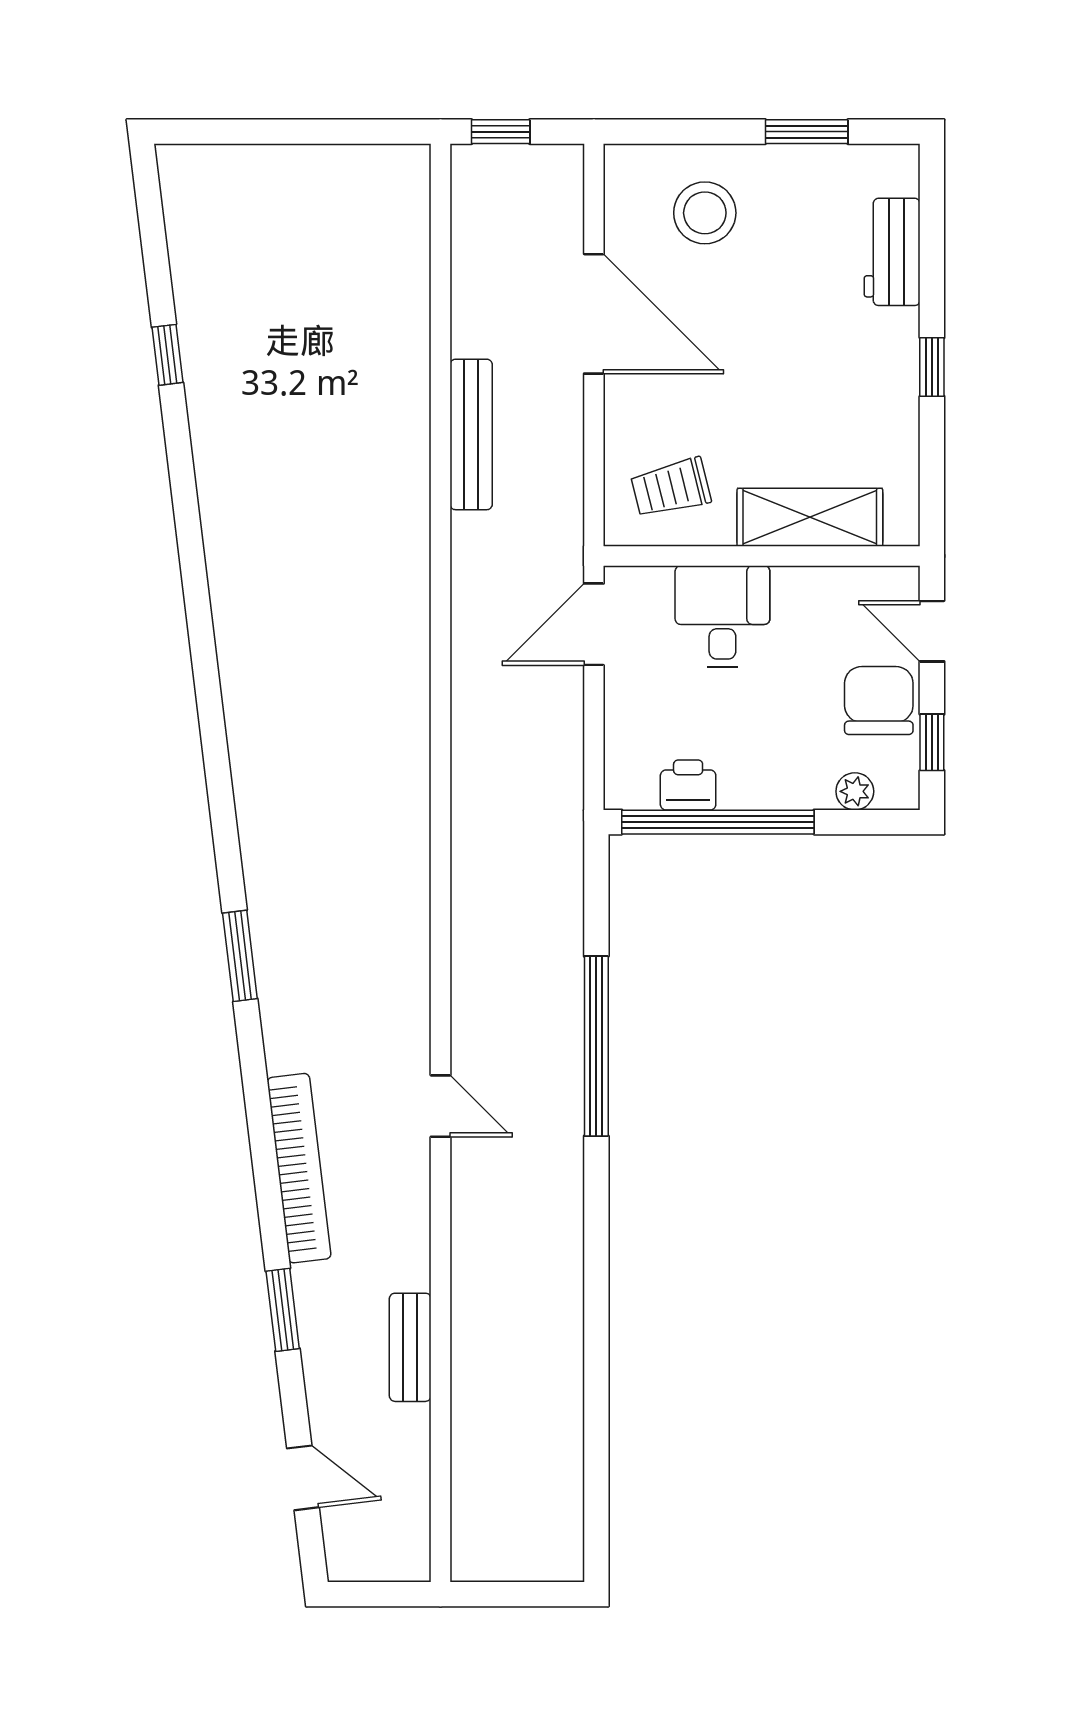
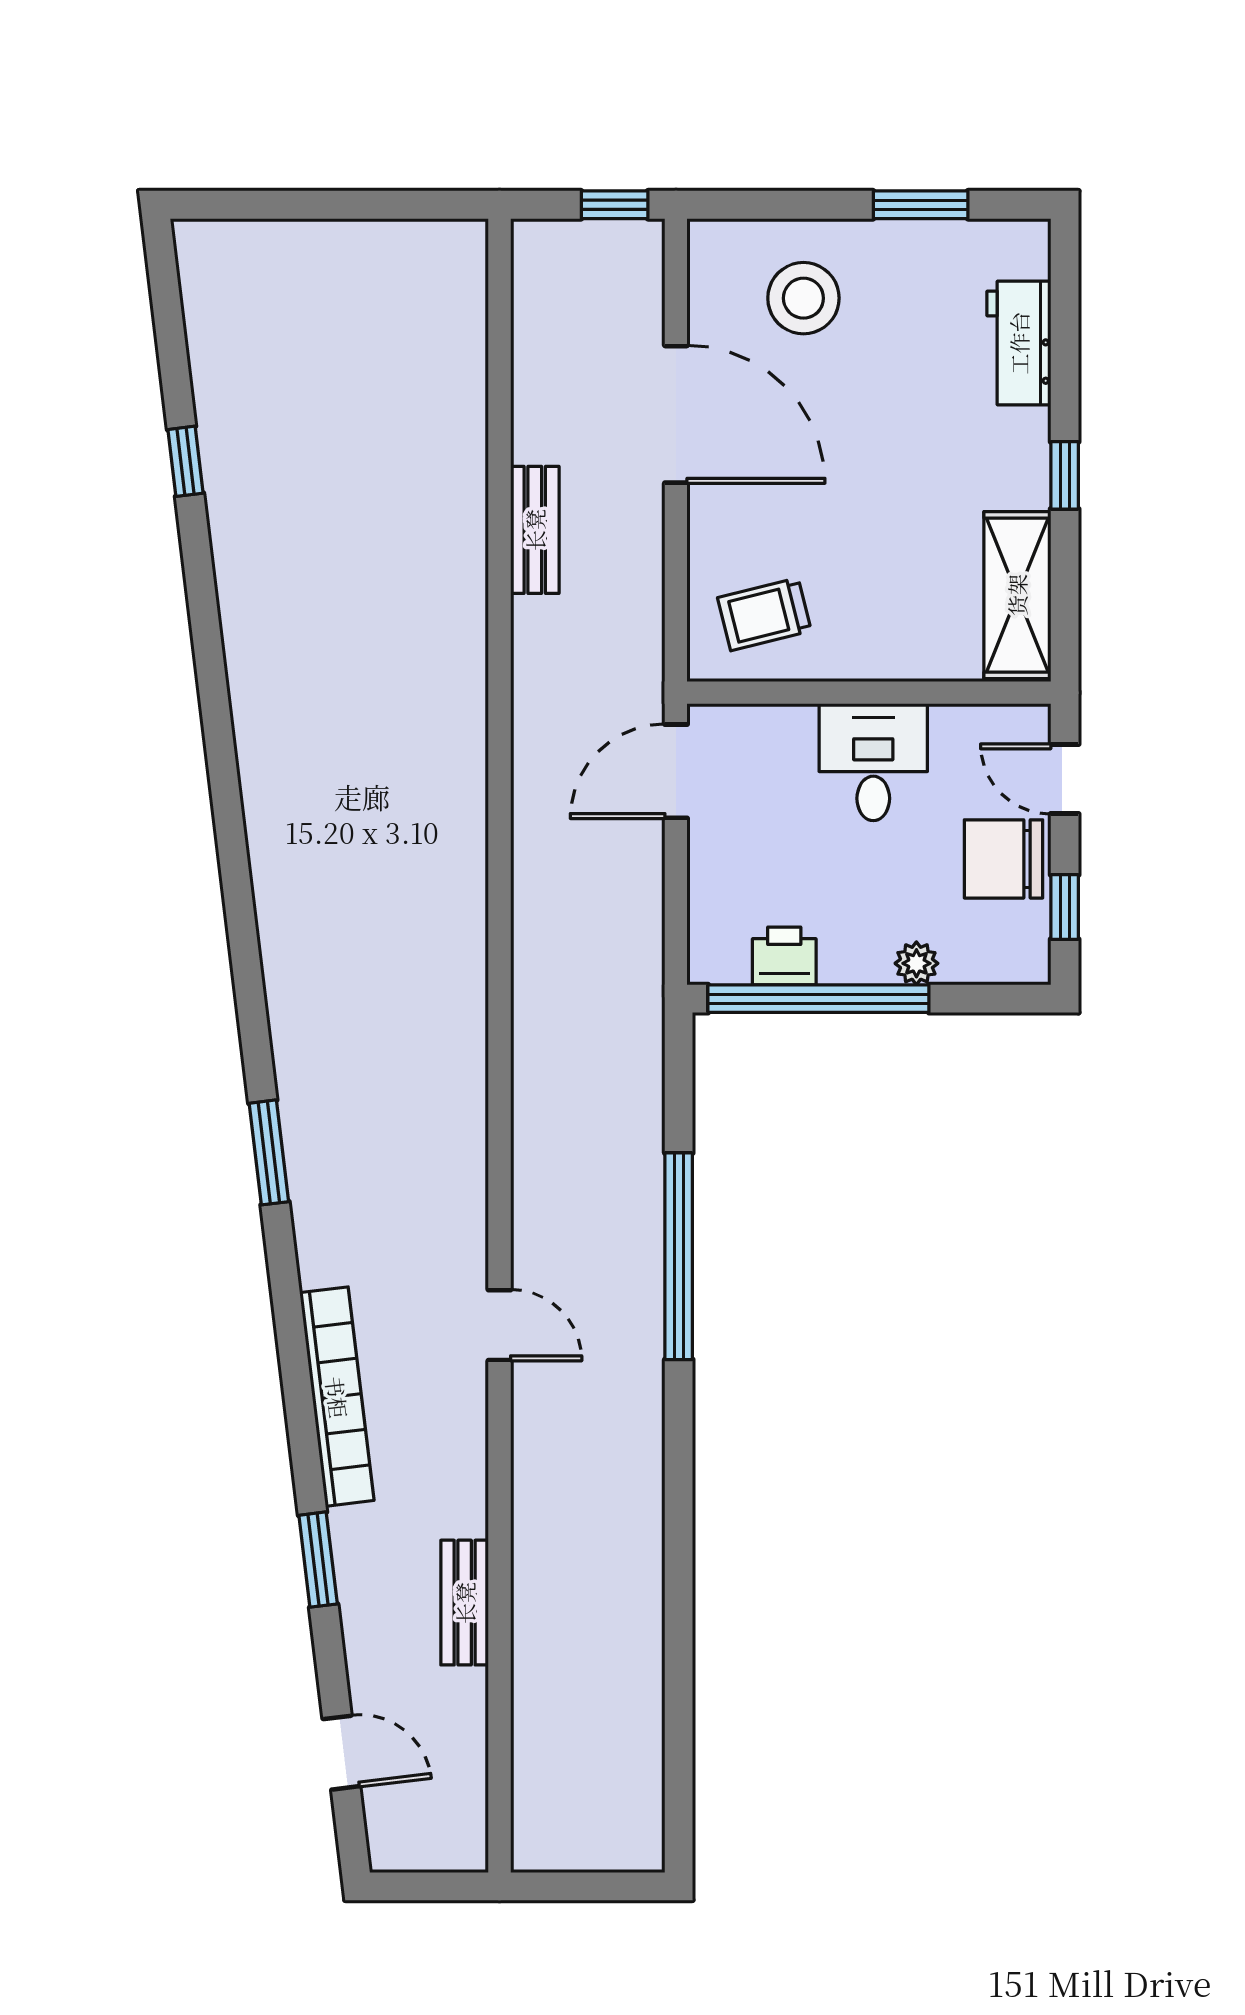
window: (501, 132) -> (615, 205), moved
bench: (471, 434) -> (535, 530), width x0.73
shelving: (810, 517) -> (1017, 595), moved, turned 90
desk: (722, 616) -> (873, 762), moved
chair: (879, 701) -> (1003, 859), turned -90
plant: (855, 791) -> (916, 963), moved

